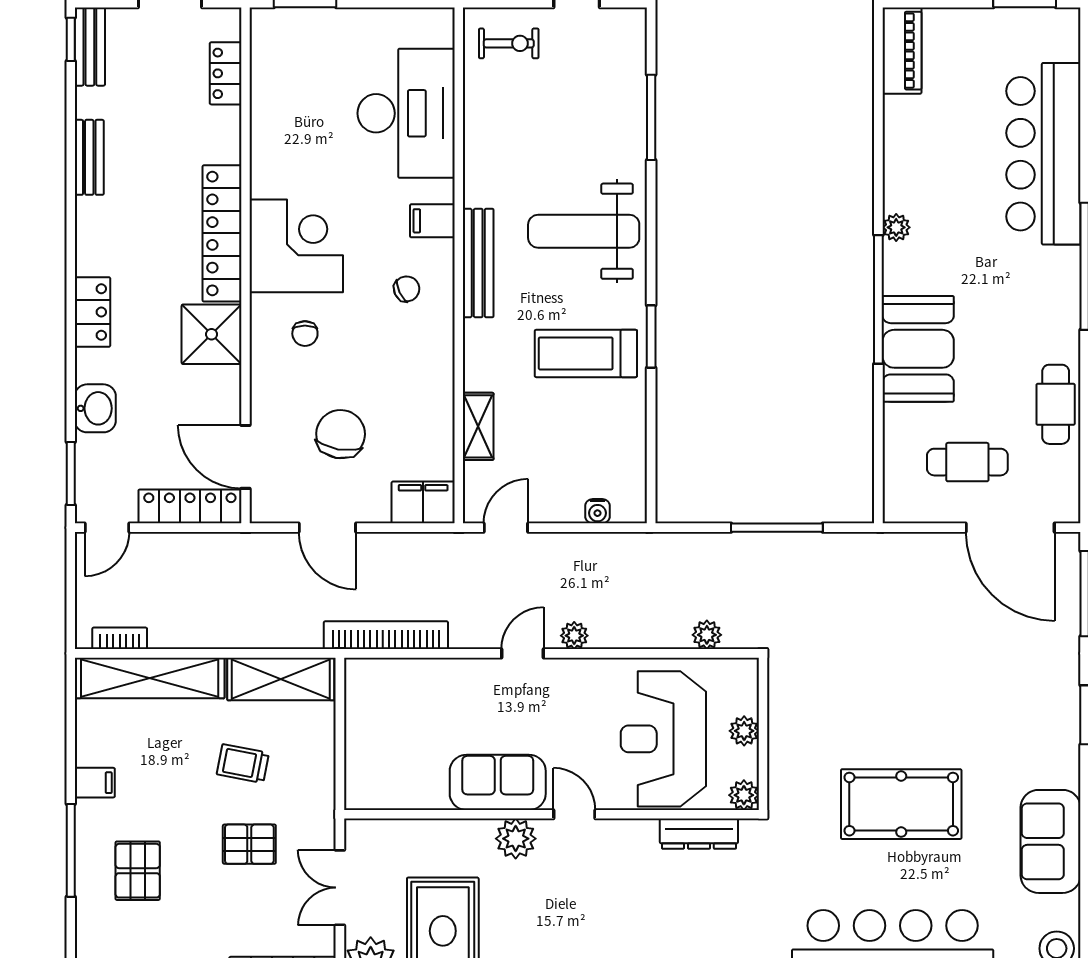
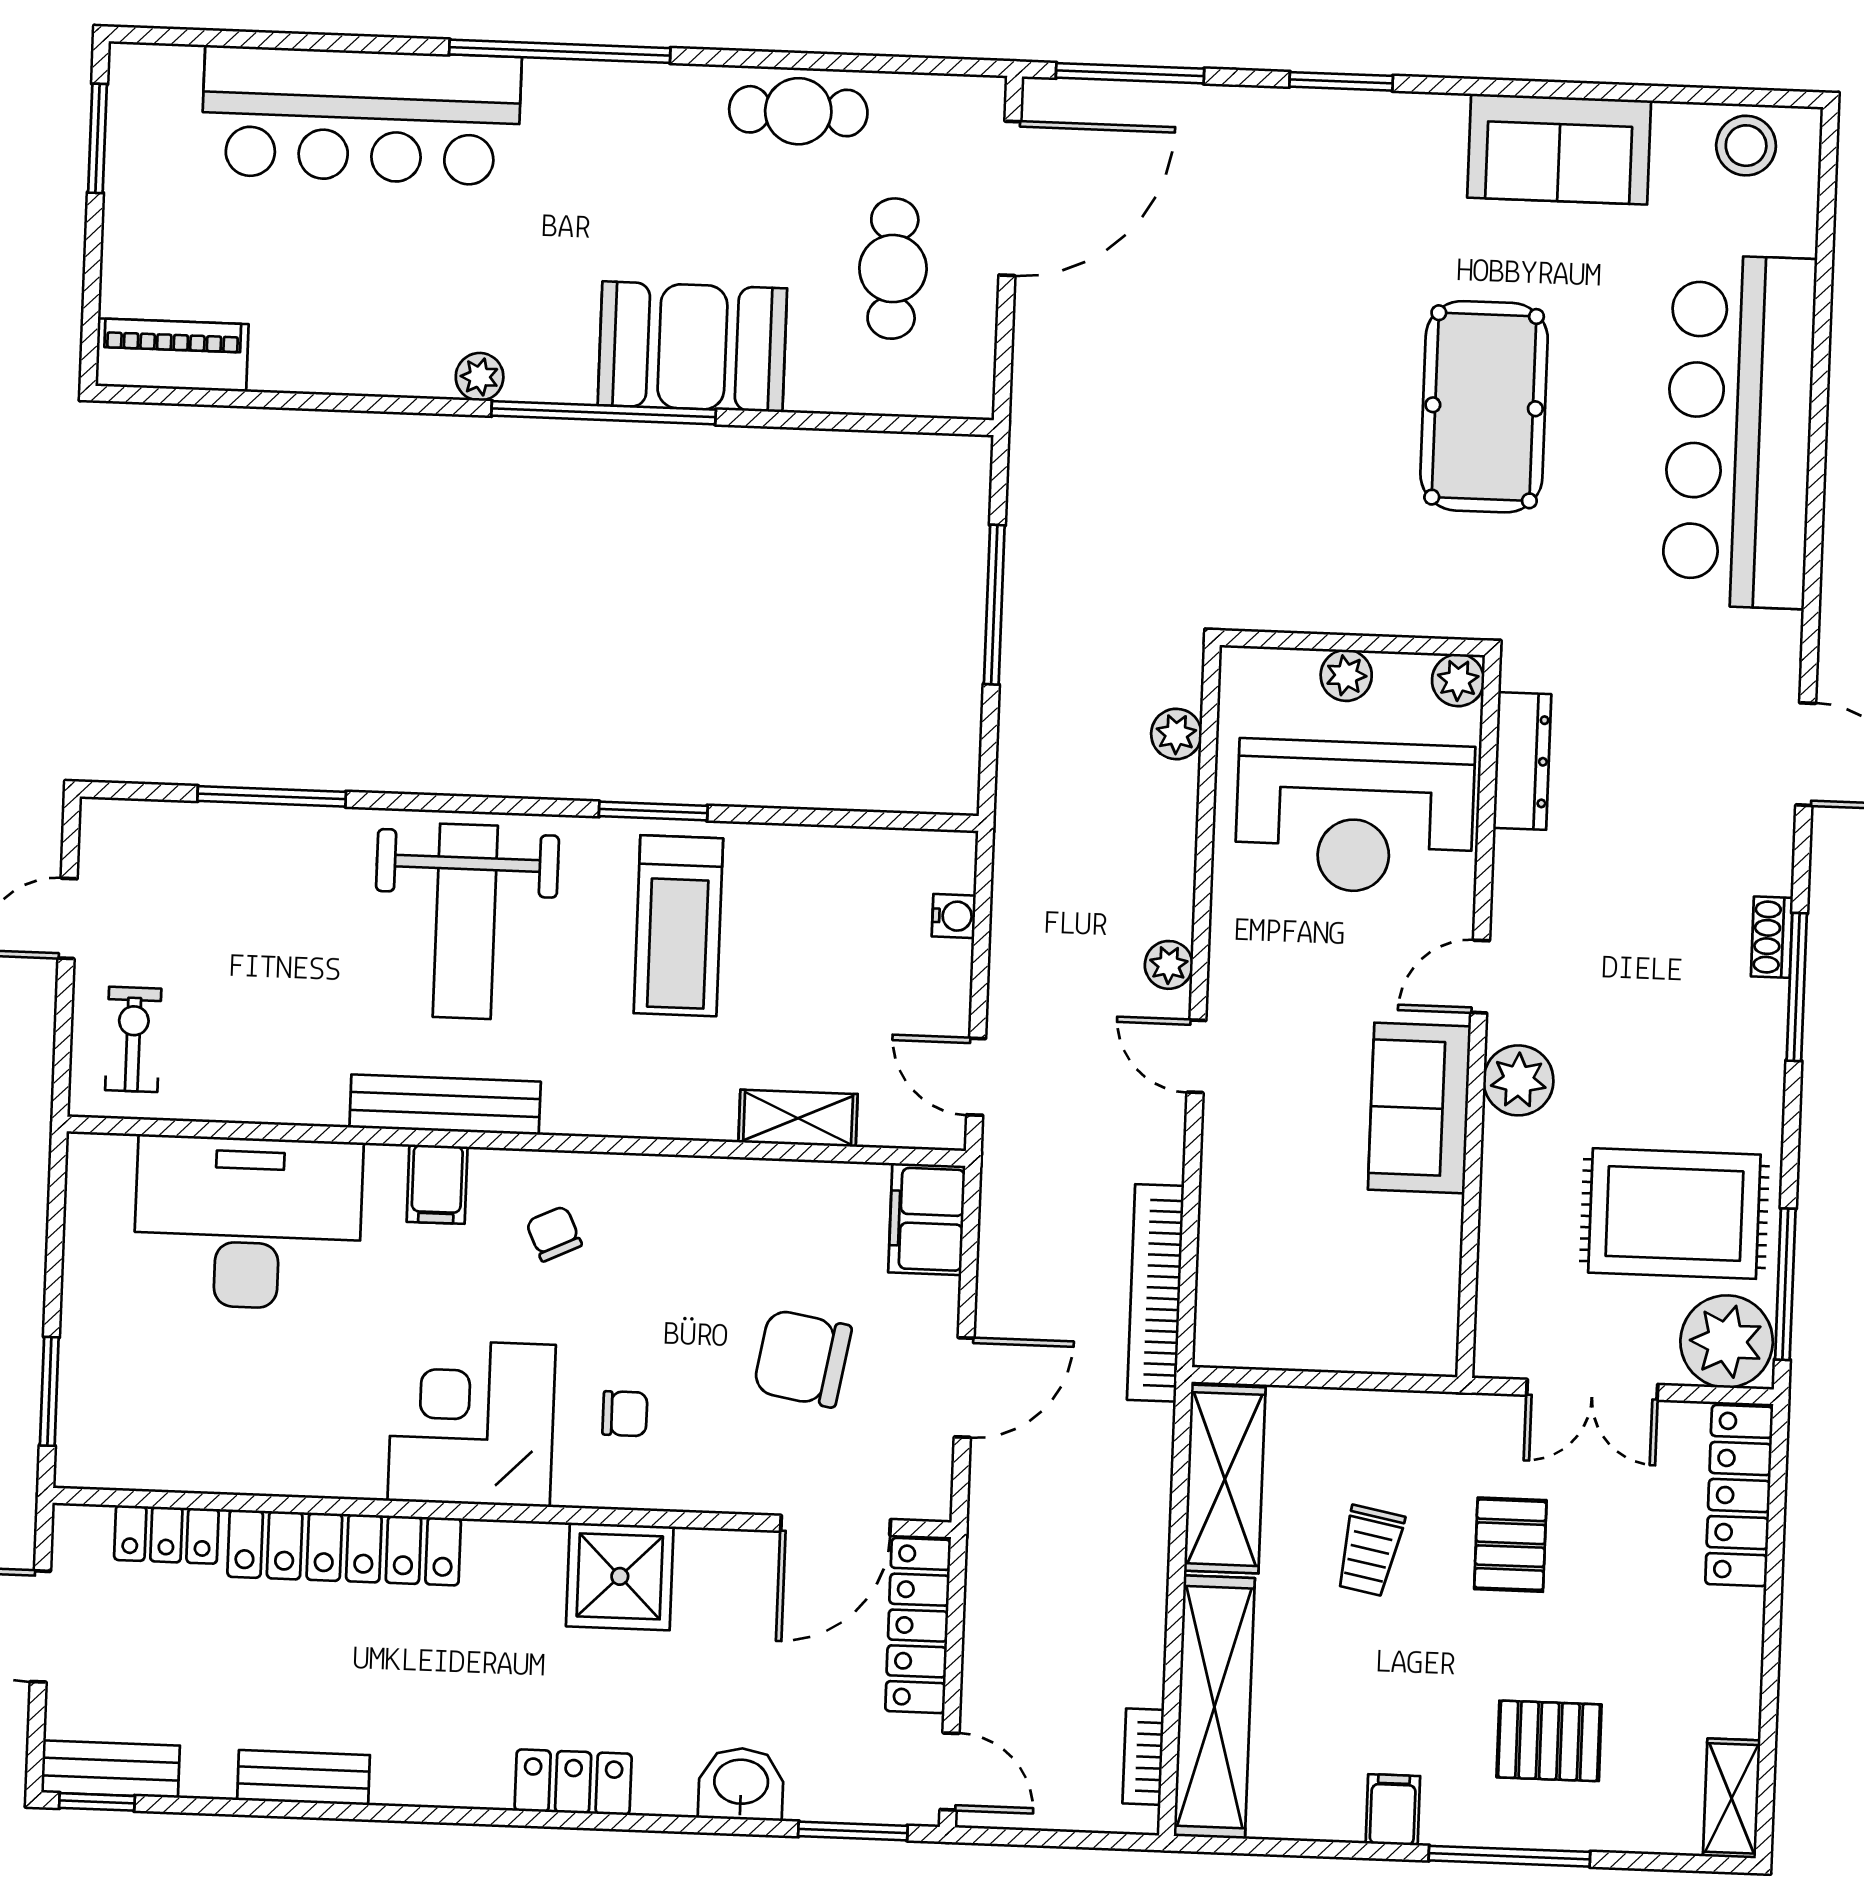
locker: (222, 233) -> (344, 1548), moved
bench: (478, 263) -> (445, 1105), moved

